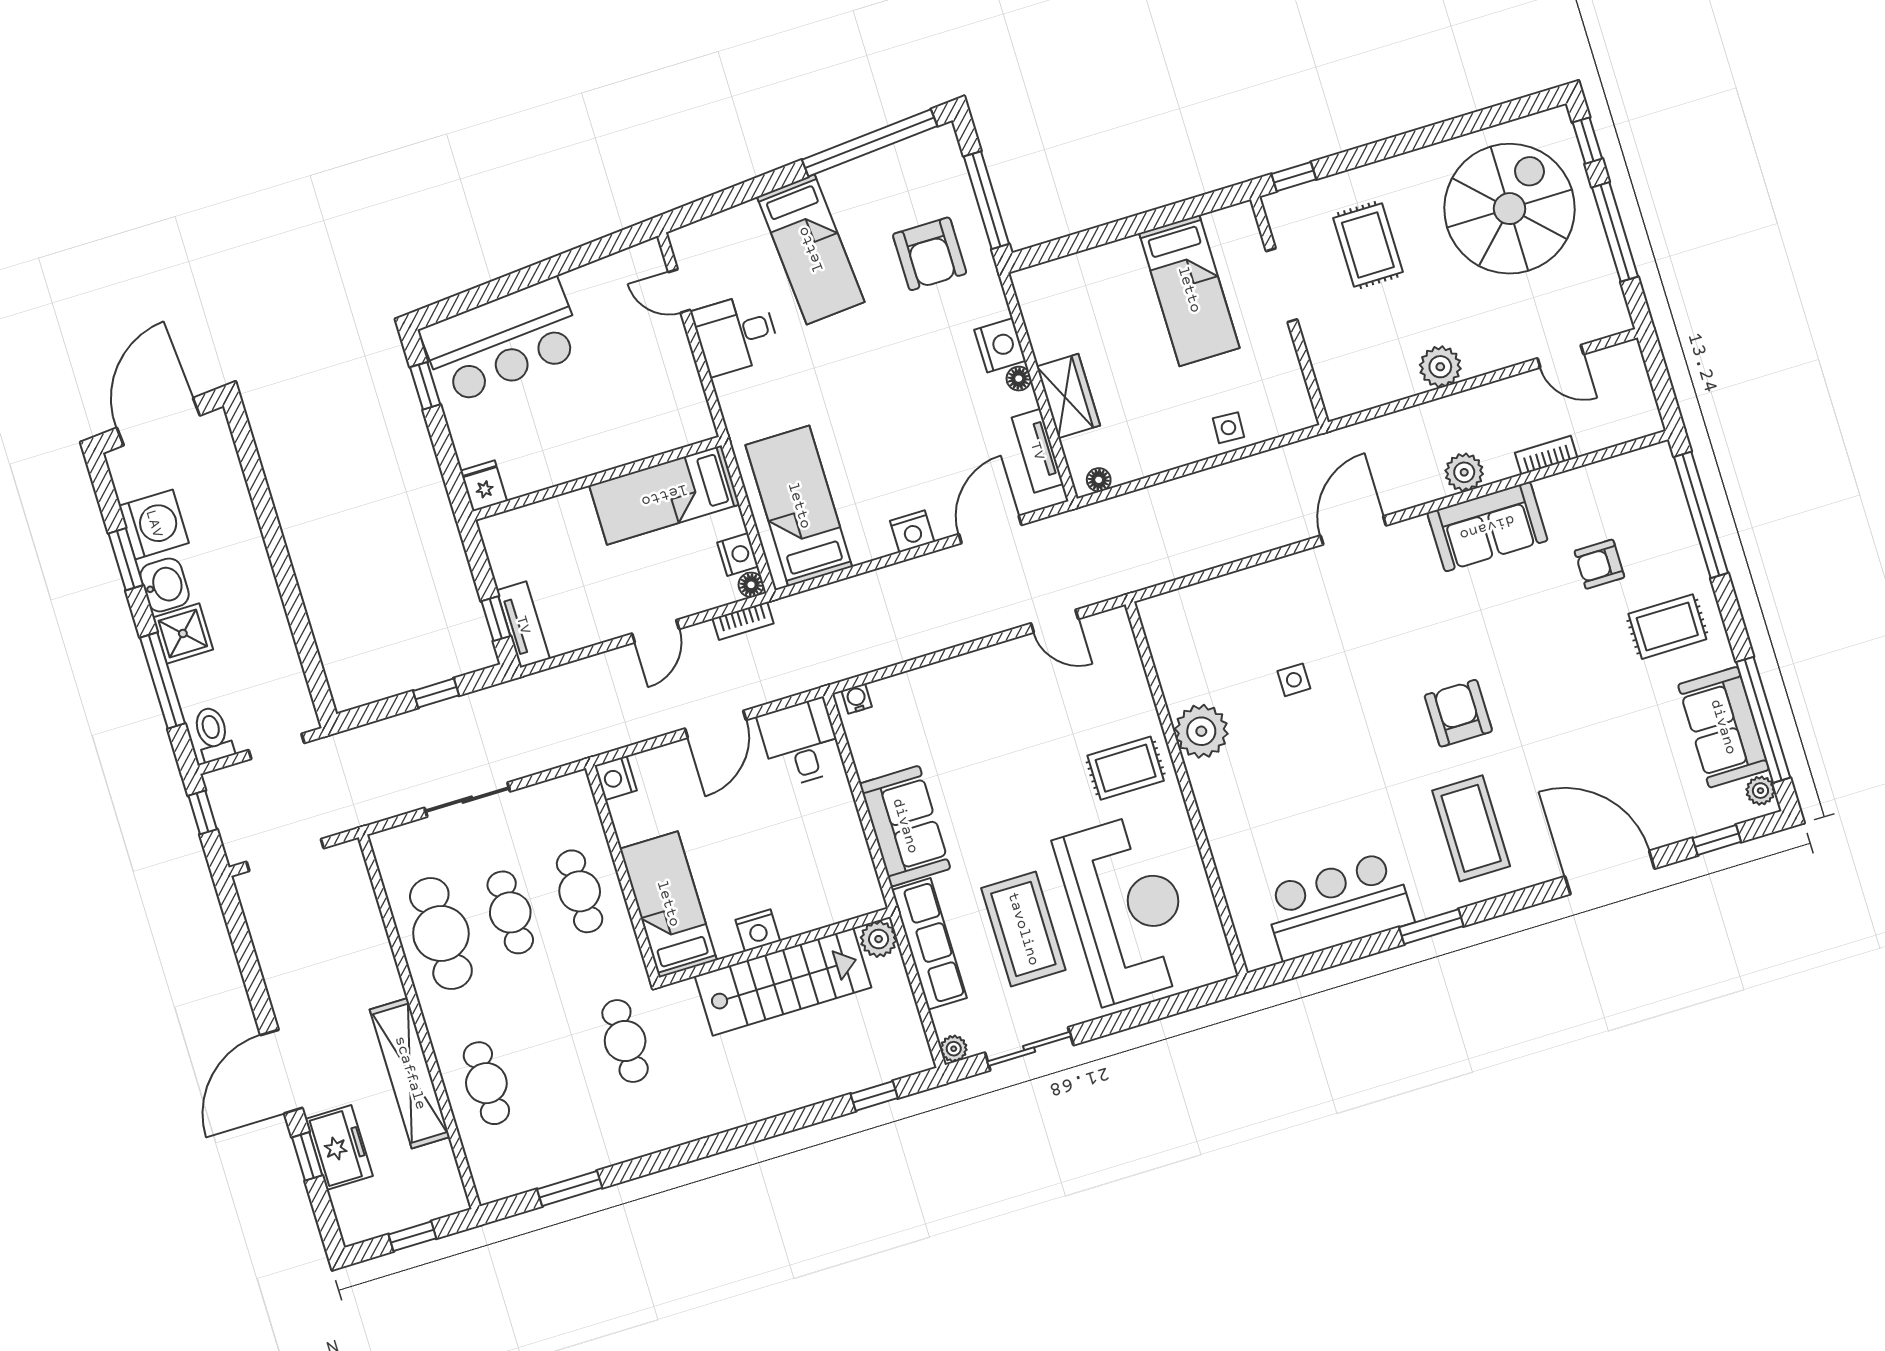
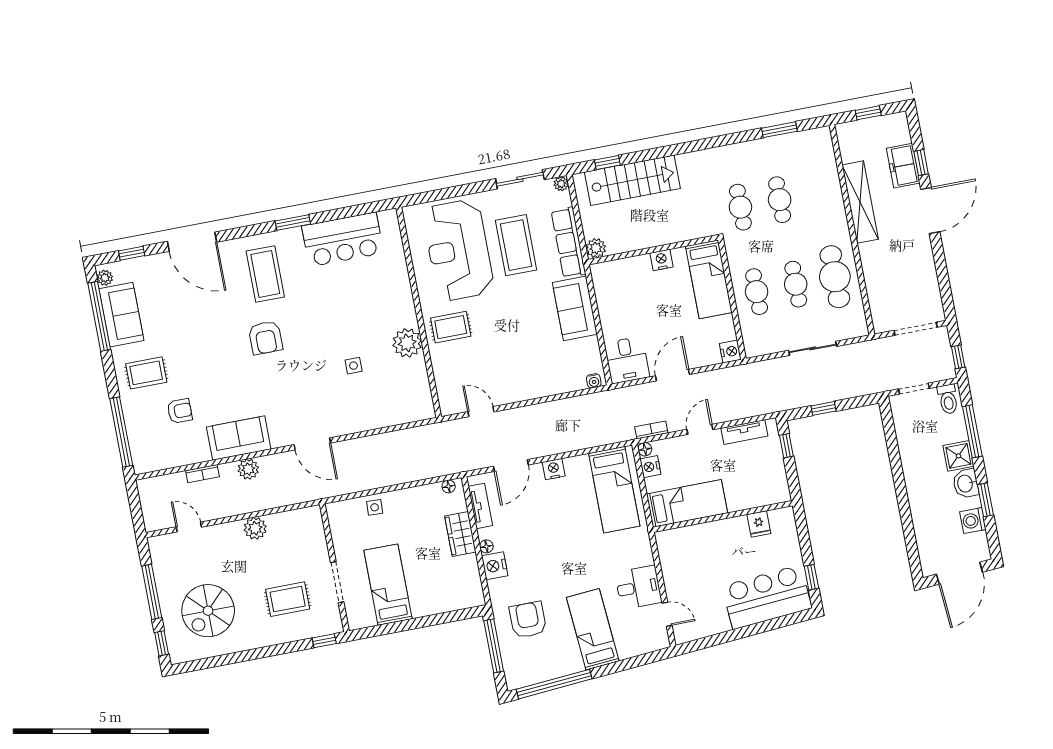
spiral stairs: (1510, 209) -> (208, 611), width x0.73, depth x0.73
rug: (1368, 245) -> (288, 599), turned 90
fridge: (484, 486) -> (759, 524), moved
washing machine: (154, 524) -> (973, 521), width x0.73, depth x0.73
door: (1353, 530) -> (312, 444), hinge flipped
tv unit: (523, 625) -> (744, 432), moved, turned -90
stairs: (783, 982) -> (632, 180), moved, turned 180
cafe table: (486, 1083) -> (780, 200), moved

